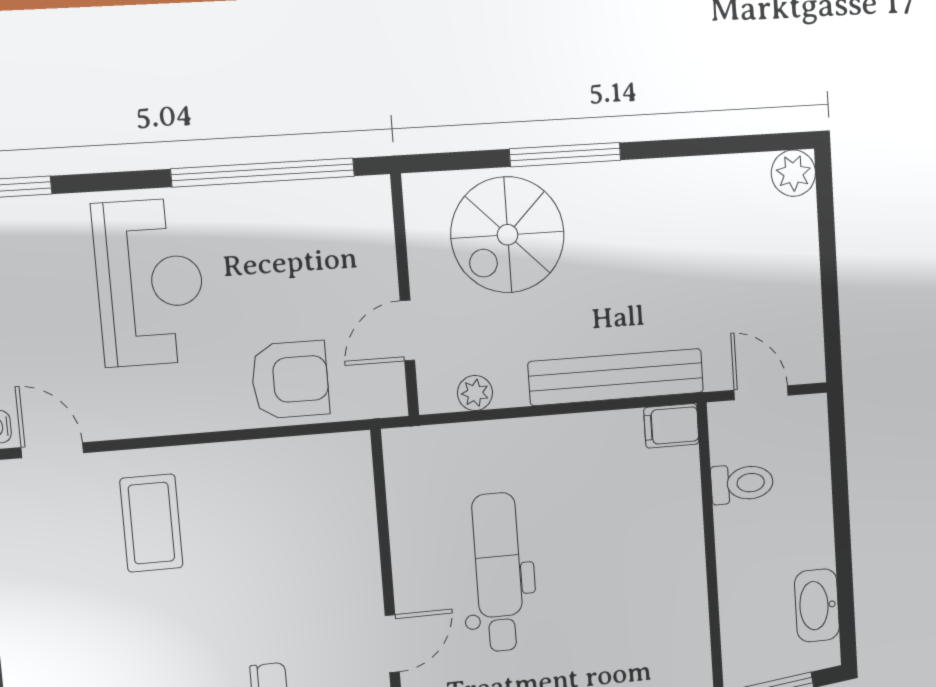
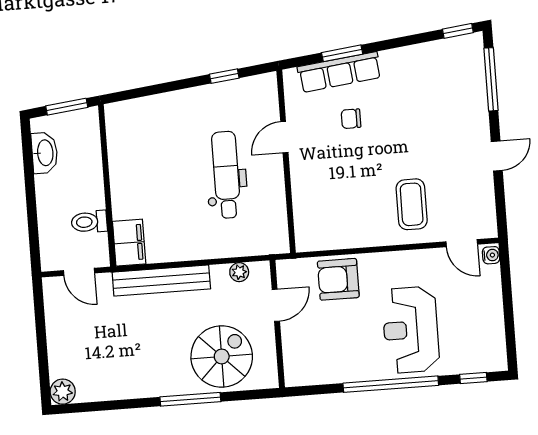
window: (263, 172) -> (391, 384), moved
filing cabinet: (671, 426) -> (129, 243), width x2.00
dental chair: (498, 572) -> (226, 175), turned 180

